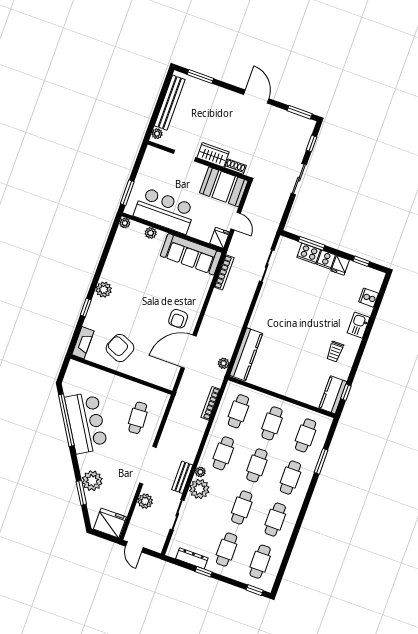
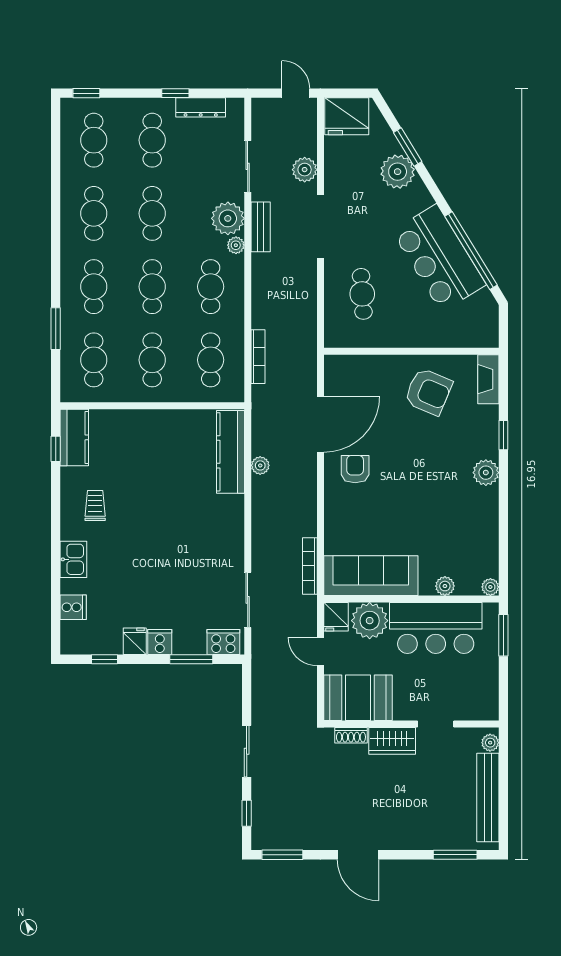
plant: (201, 229) -> (370, 621), added
cooker: (309, 253) -> (223, 642), moved
plant: (224, 363) -> (260, 465), moved

